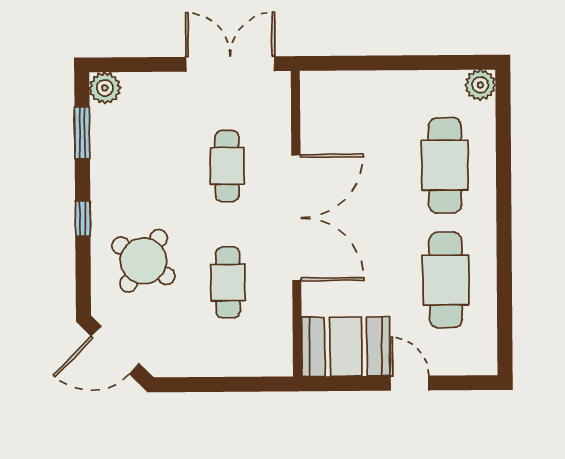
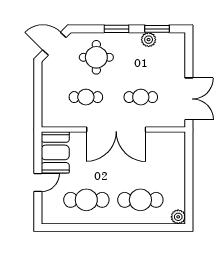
plant: (105, 88) -> (149, 40), moved
window: (83, 219) -> (116, 29), width x1.50
round table: (144, 261) -> (96, 57), turned -34
door: (115, 350) -> (54, 44), hinge flipped

